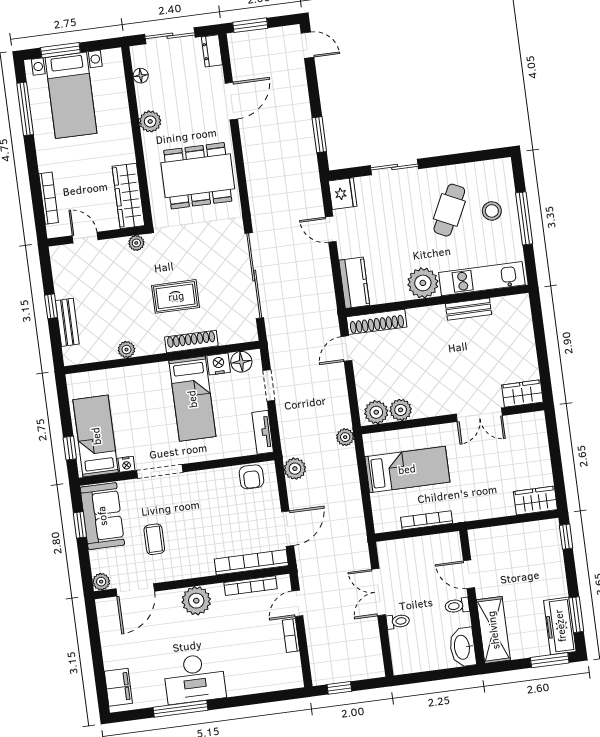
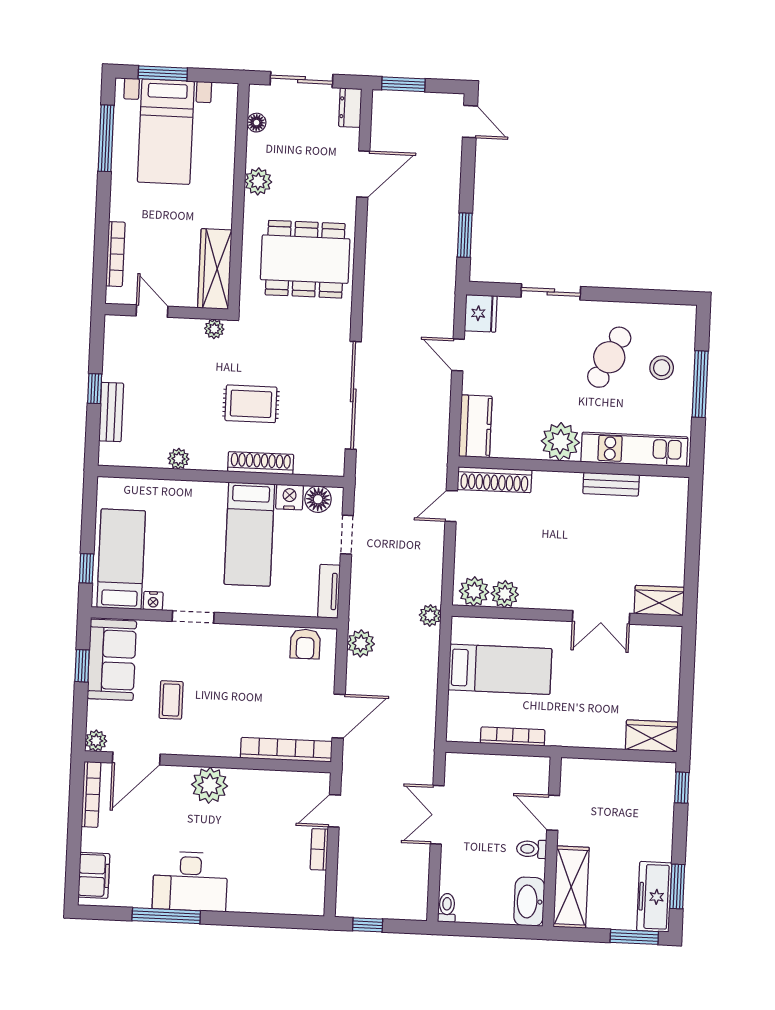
doorway: (160, 471) -> (193, 617), width x0.73
bookcase: (251, 586) -> (91, 794), moved, turned -90
toilet: (398, 621) -> (447, 908), moved, turned -90

